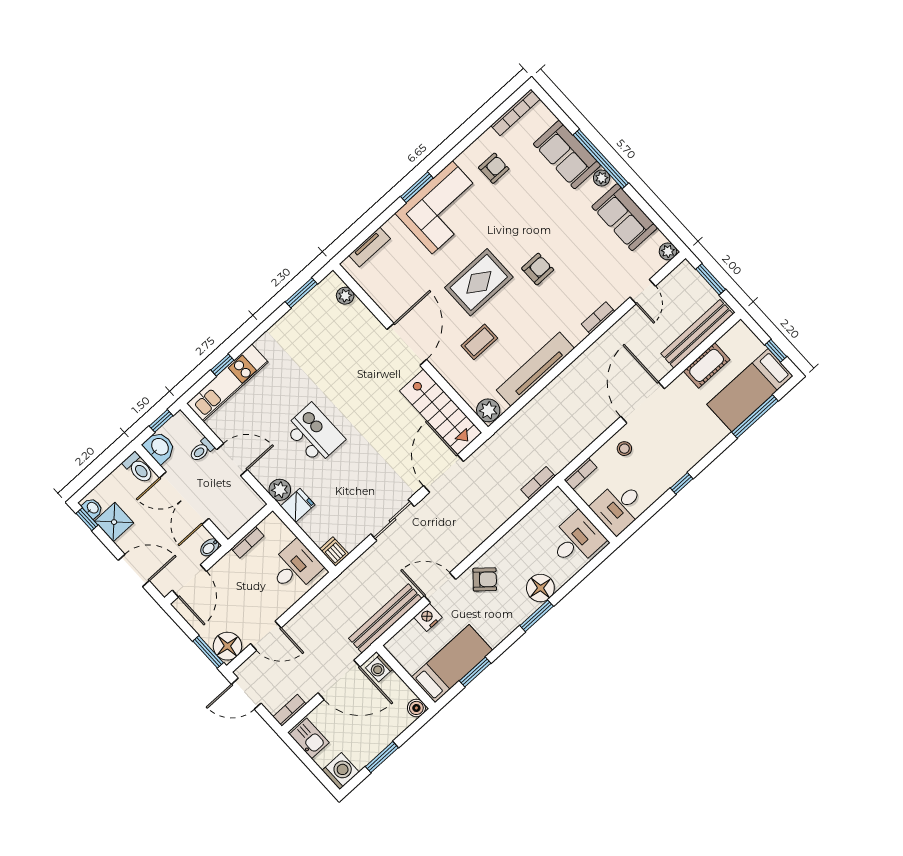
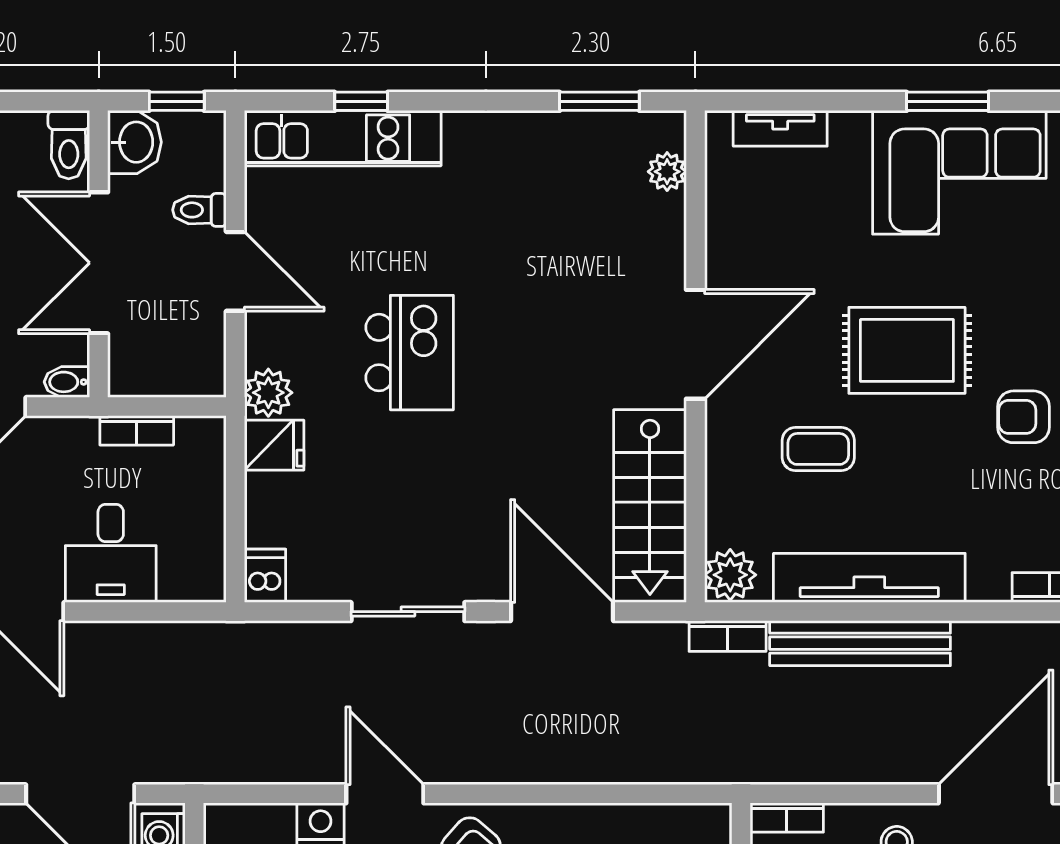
armchair: (538, 269) -> (1023, 417), turned 180
door: (444, 473) -> (562, 612), hinge flipped
bookcase: (538, 483) -> (728, 636), moved, turned 180
desk: (295, 567) -> (111, 553), moved, turned 90
bench: (385, 618) -> (860, 643), moved

